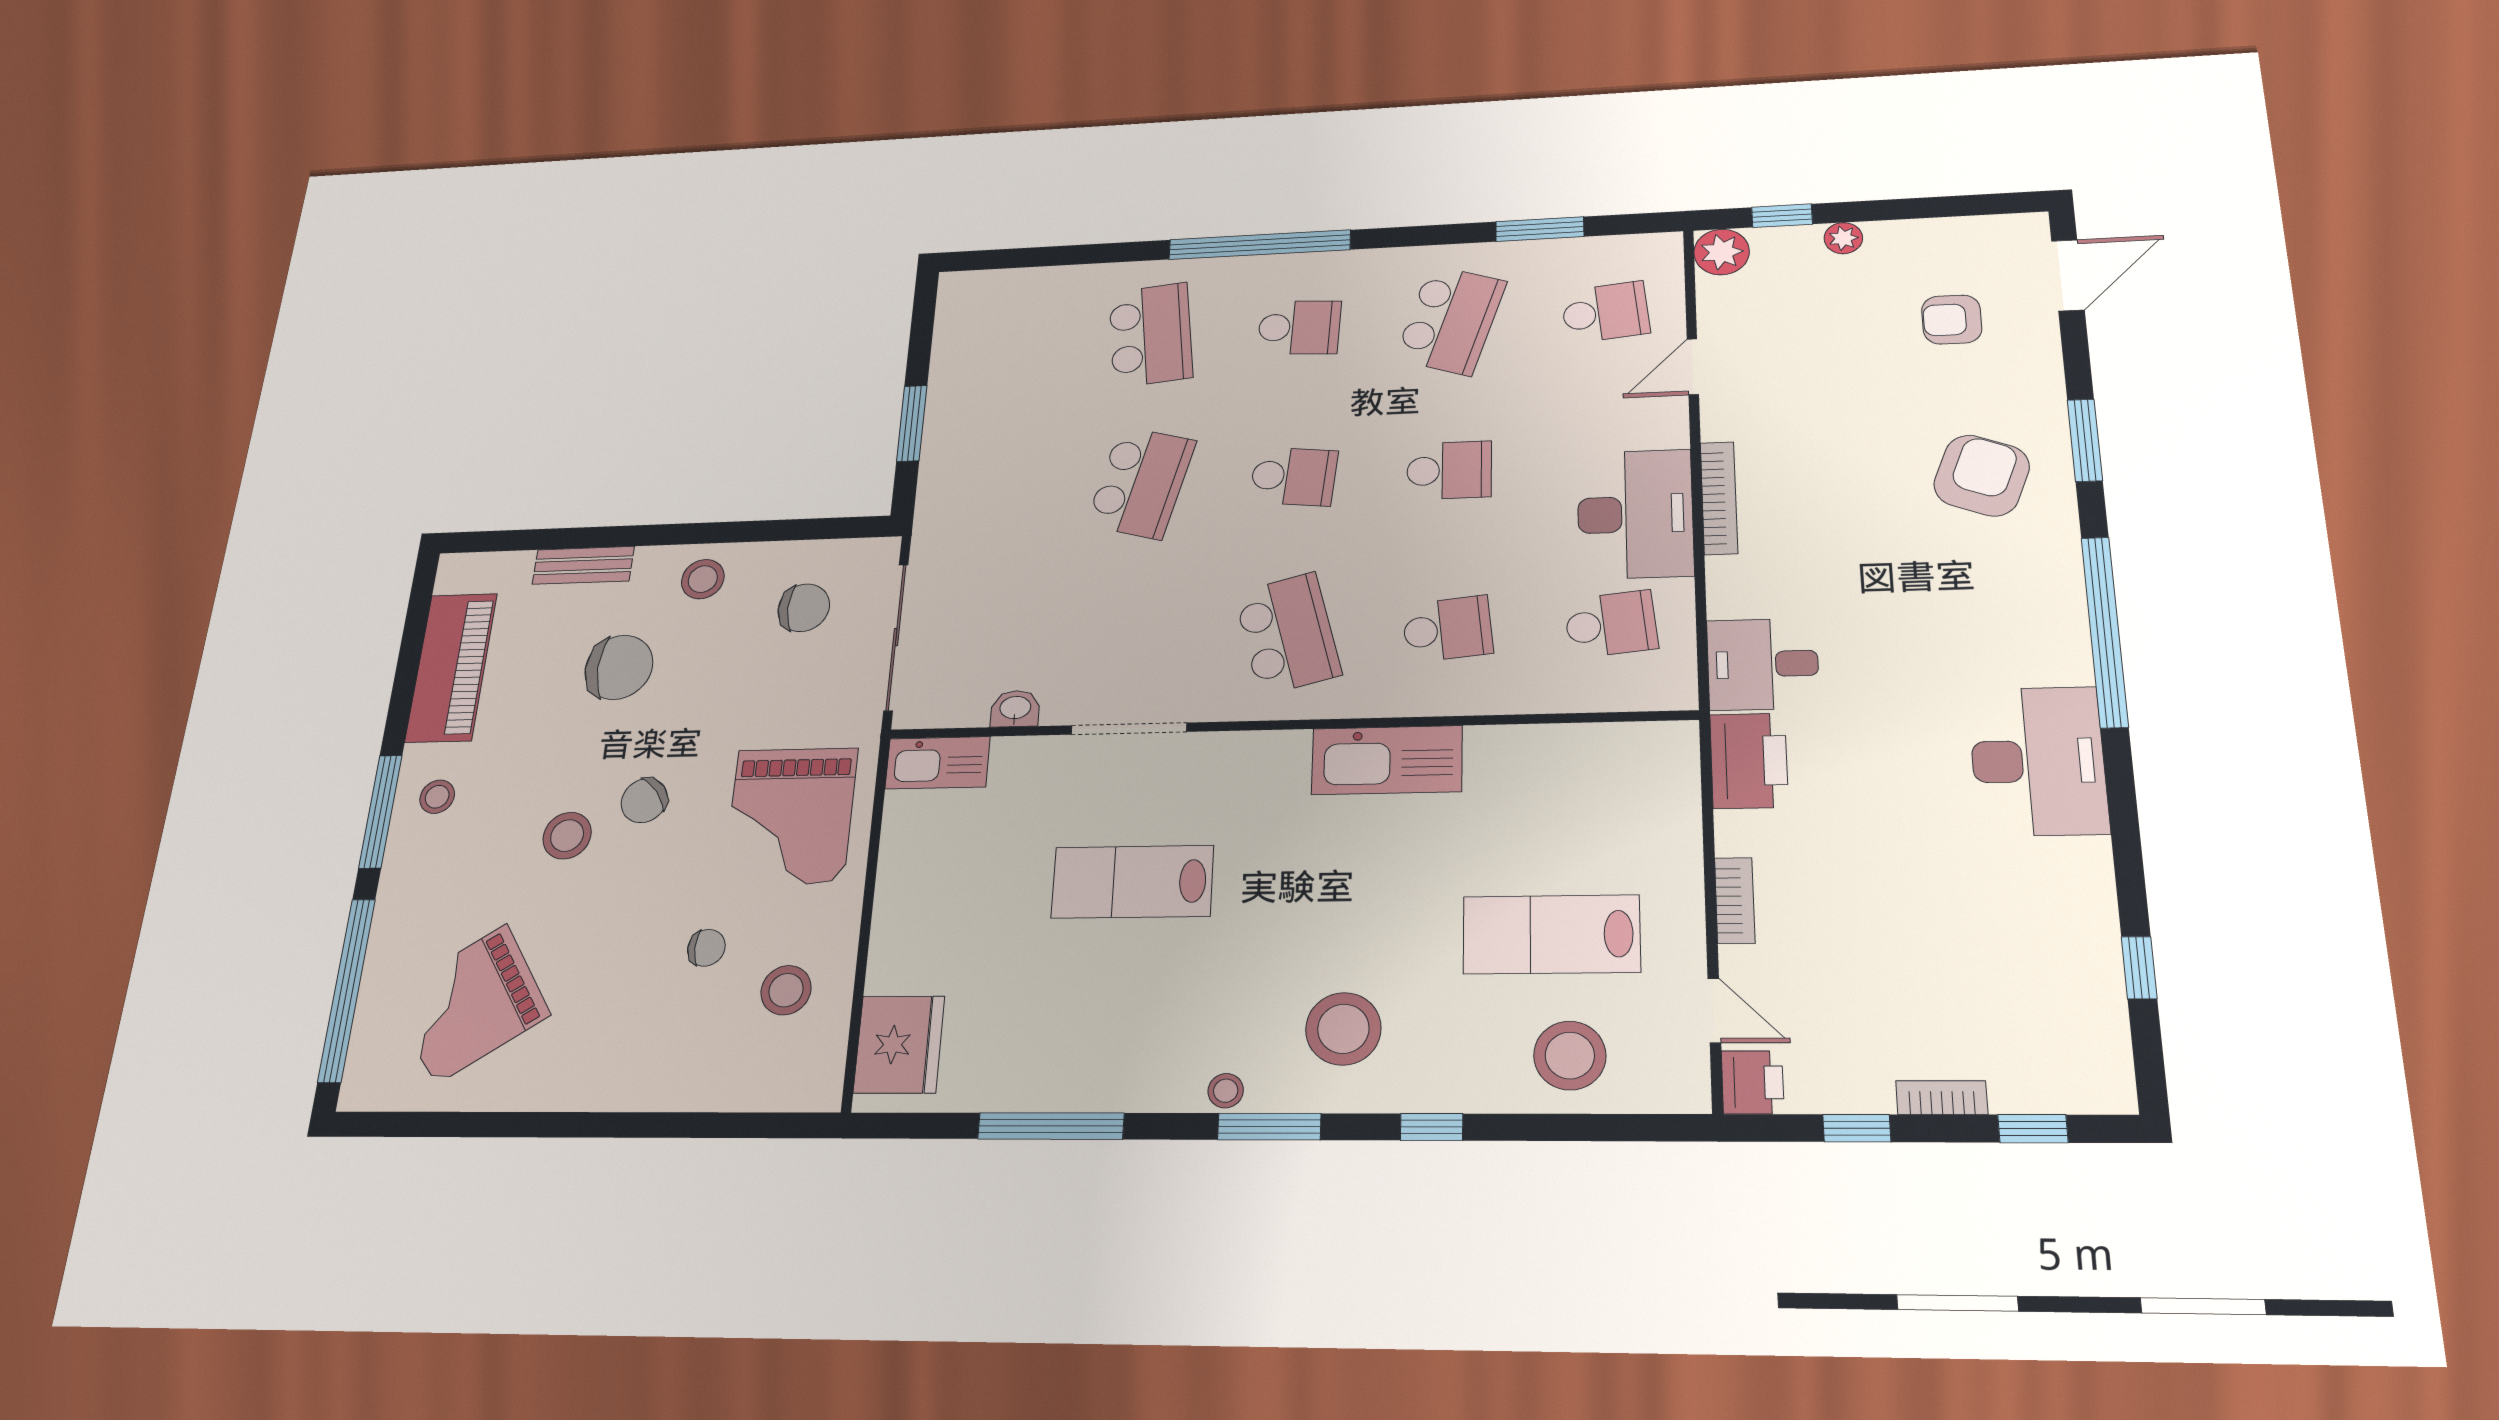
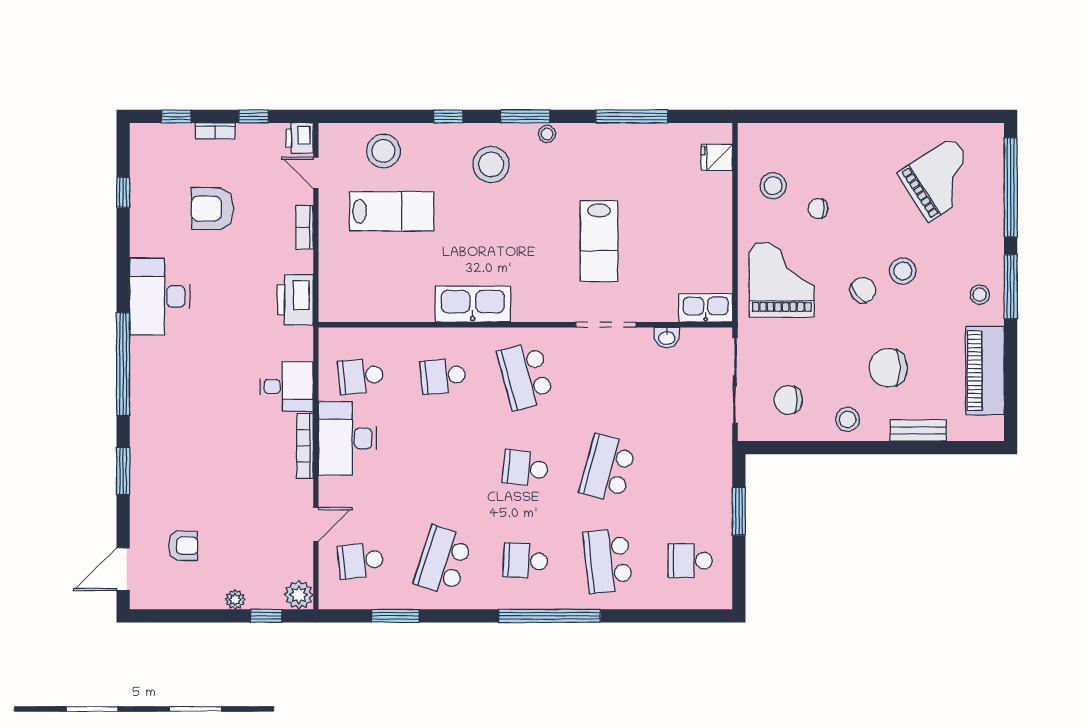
school desk: (1449, 470) -> (690, 561), moved
armchair: (1982, 476) -> (212, 209), moved, turned 69
desk: (1763, 664) -> (287, 387), moved
lab bench: (1132, 882) -> (599, 241), turned 90
fridge: (899, 1045) -> (717, 157), width x0.53, depth x0.75

